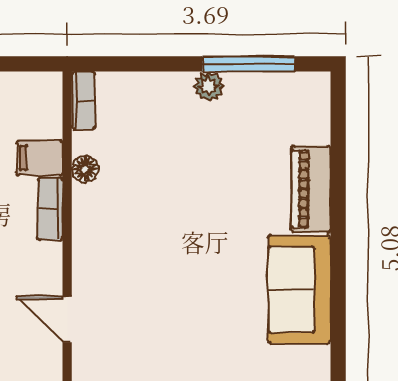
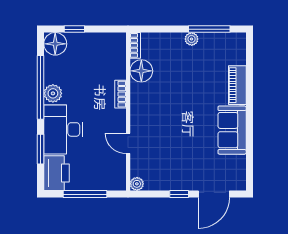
filing cabinet: (40, 158) -> (116, 71), removed
floor lamp: (85, 169) -> (141, 71), width x1.89, depth x1.89

